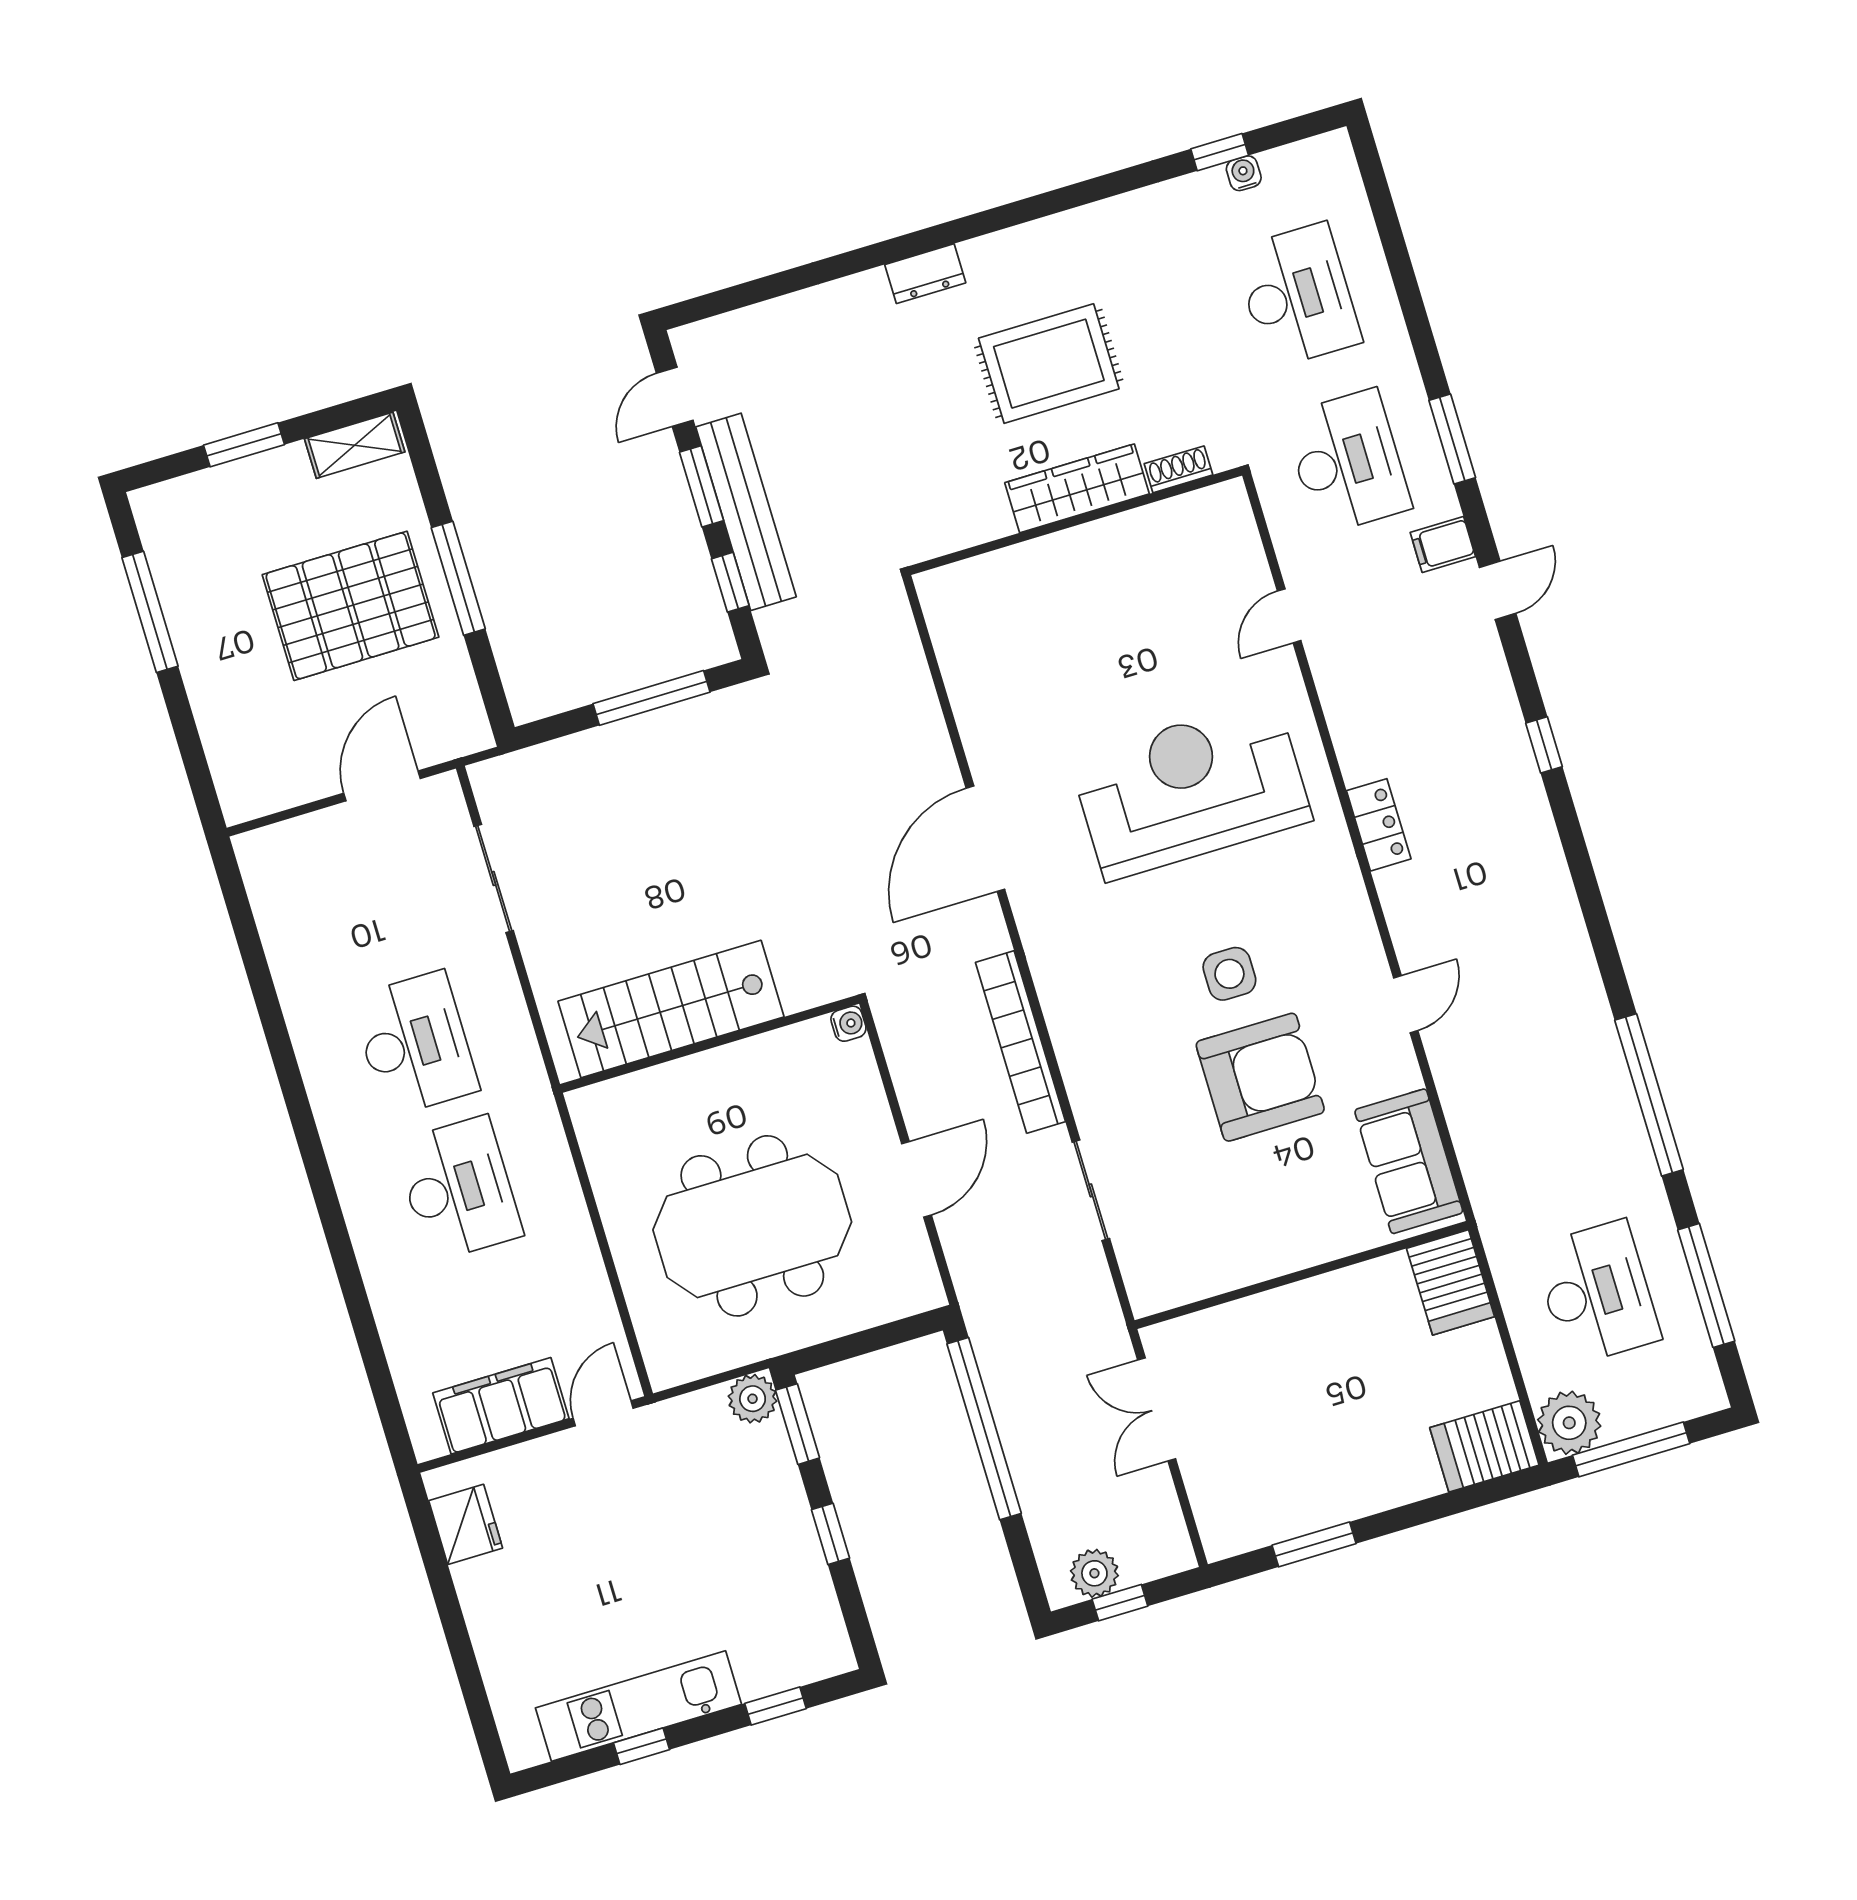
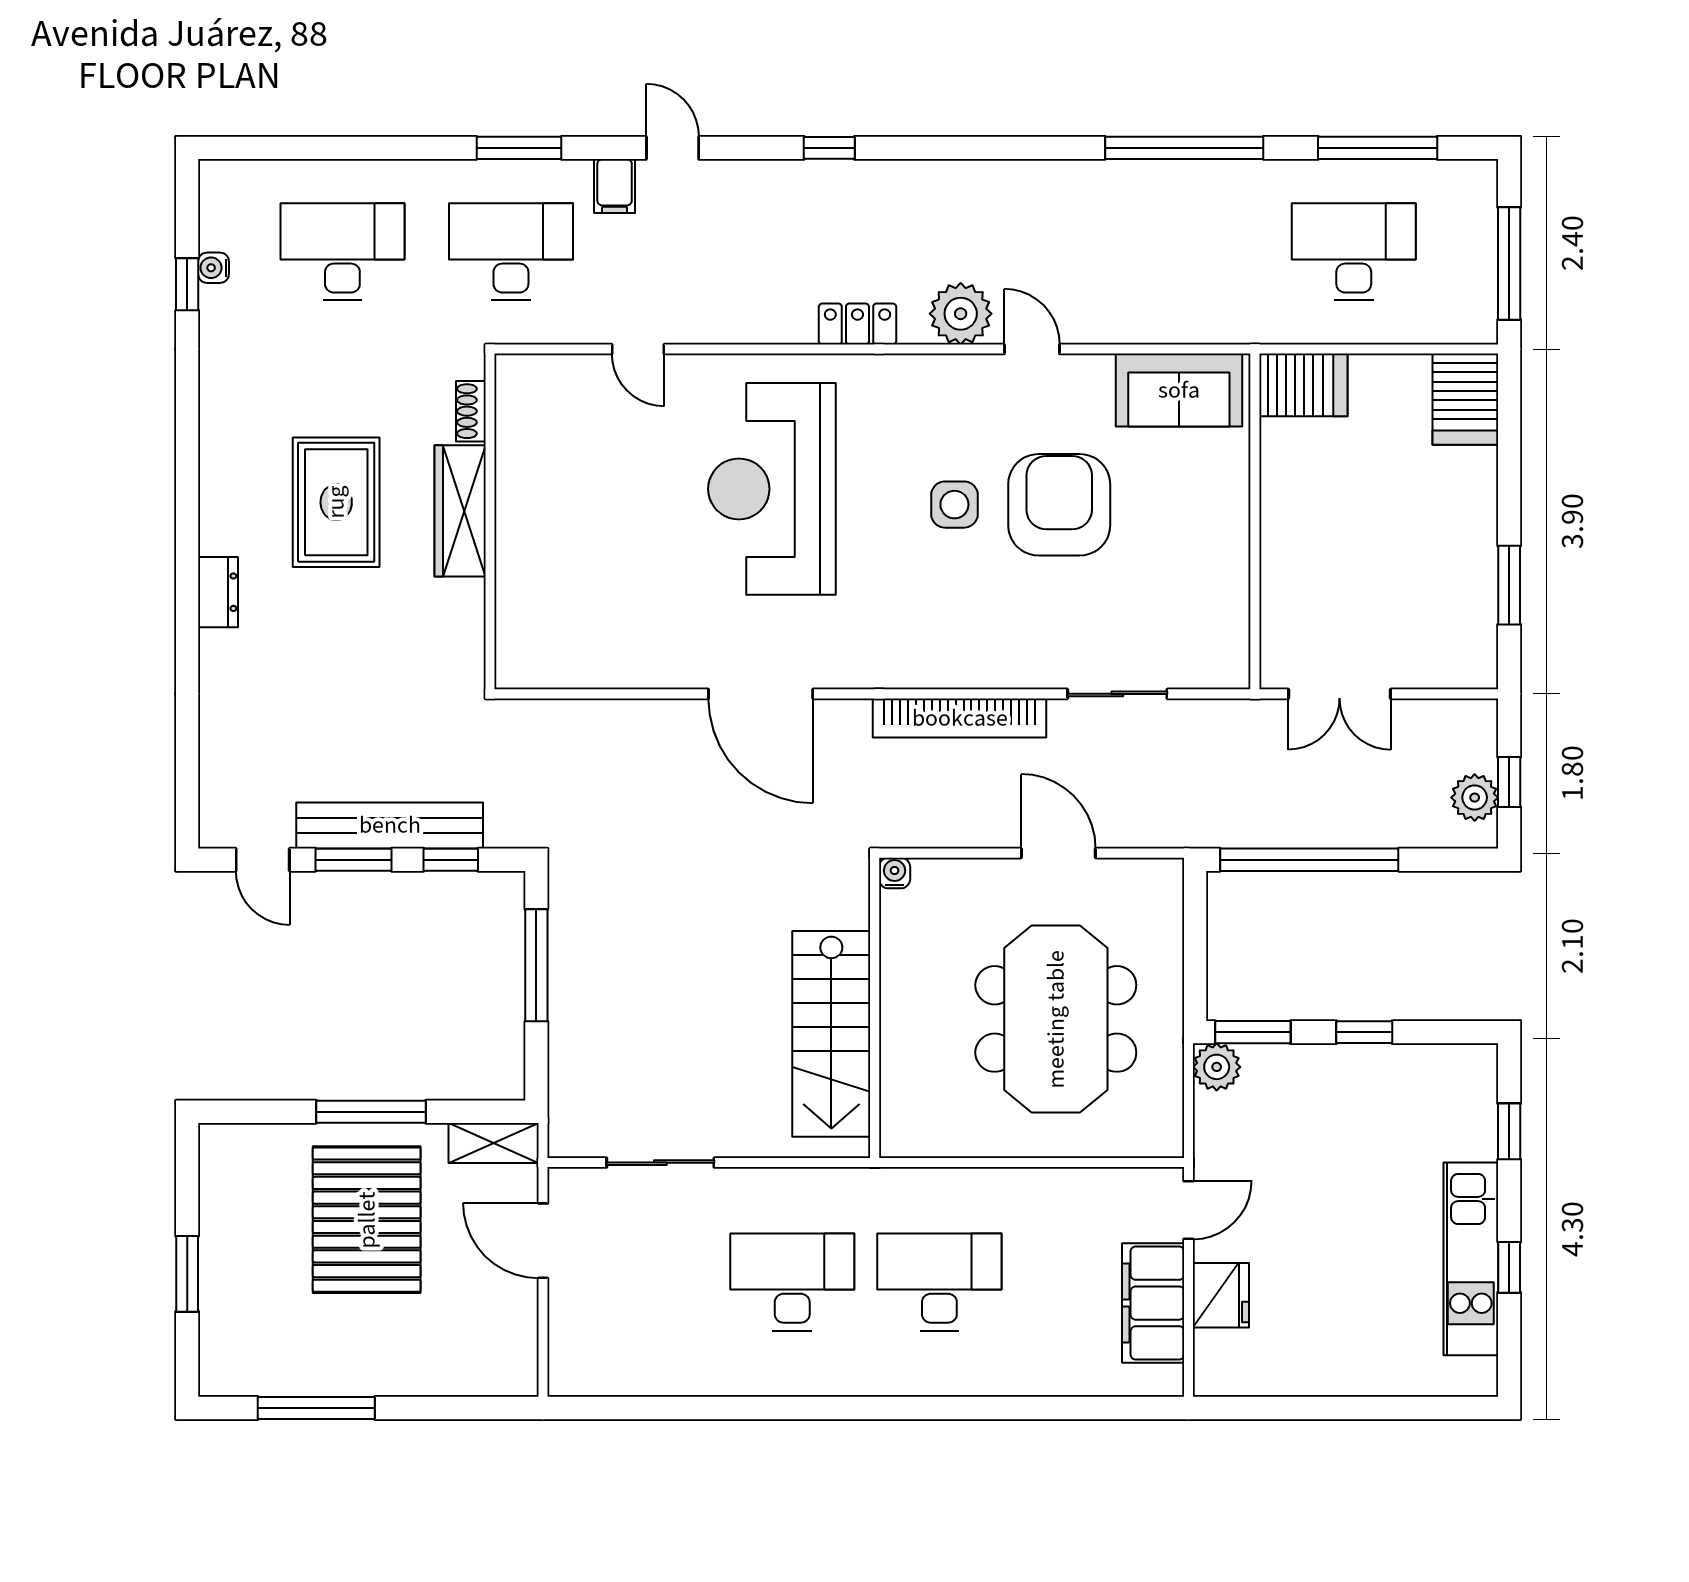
shelving: (355, 445) -> (494, 1143), moved, turned 90
door: (603, 1413) -> (1189, 1210), swing flipped
plant: (1569, 1423) -> (961, 314), moved
fridge: (466, 1524) -> (1221, 1295), moved, turned 90

